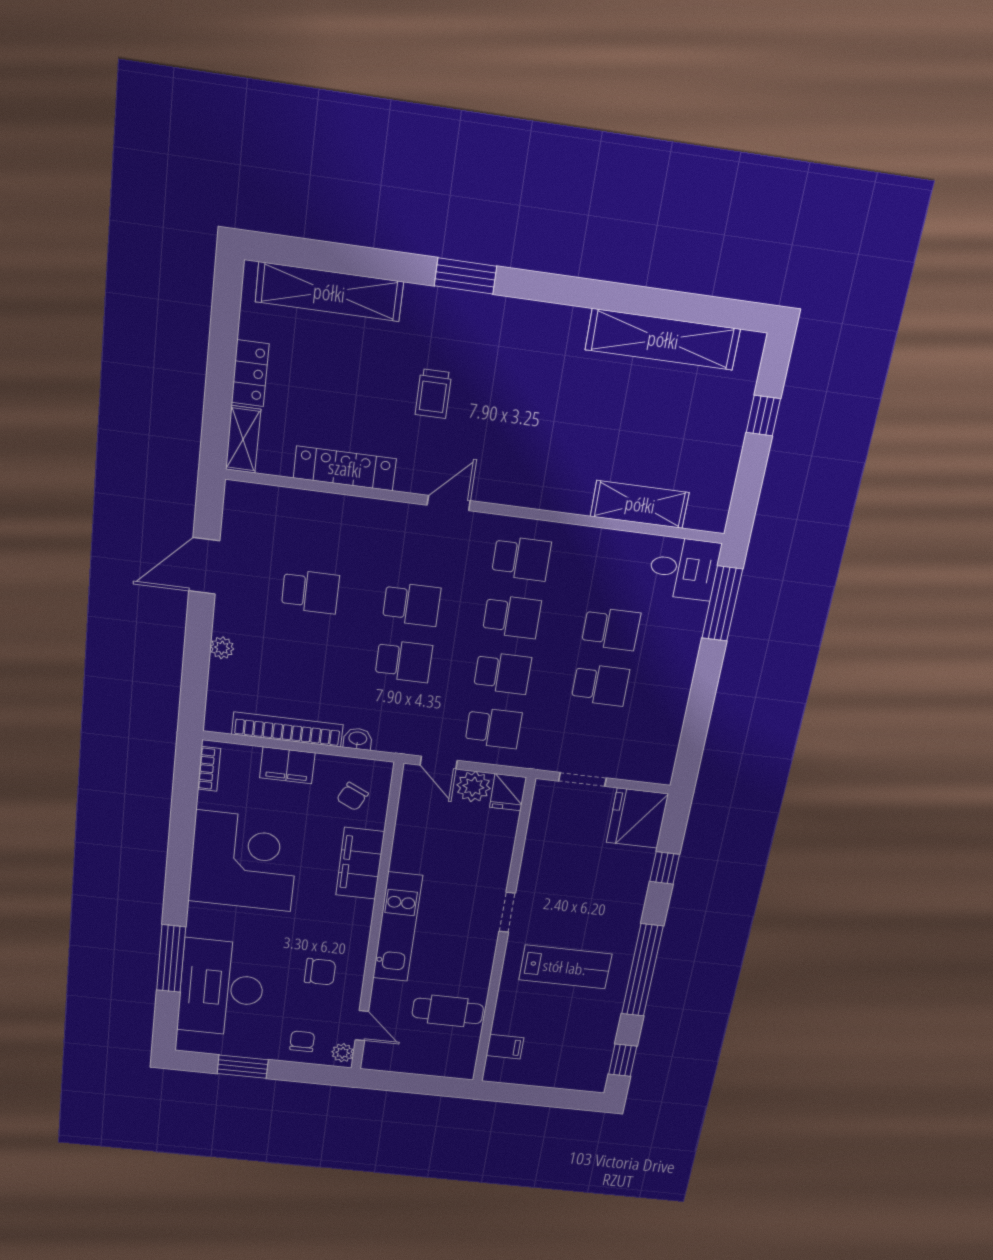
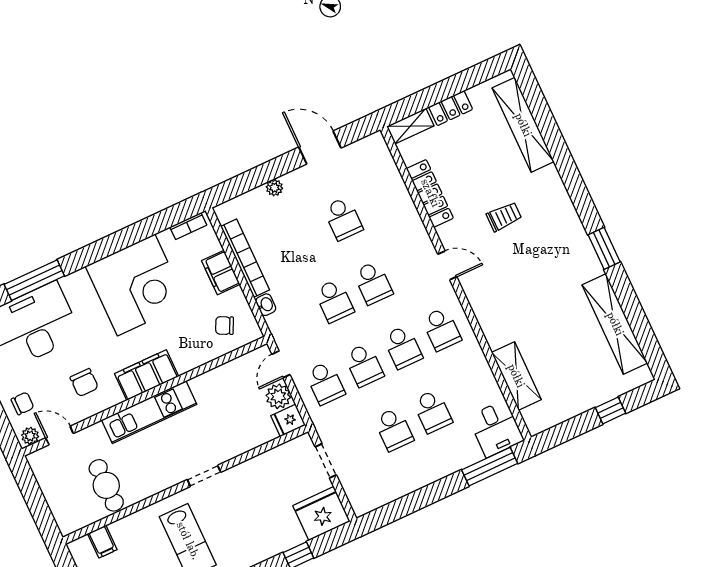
window: (465, 276) -> (604, 248), moved
trolley: (433, 394) -> (504, 217), turned 180
filing cabinet: (360, 863) -> (147, 375), moved
door: (362, 1026) -> (60, 436), swing flipped

